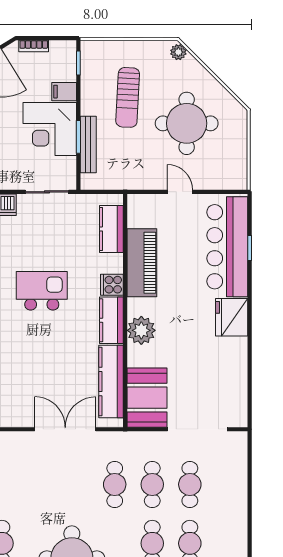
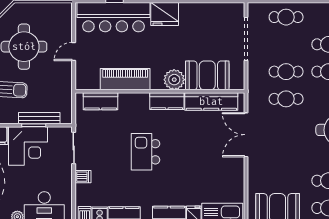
cooker: (112, 285) -> (141, 101), removed
booth: (147, 398) -> (207, 75), moved
cafe table: (190, 484) -> (286, 17), moved

